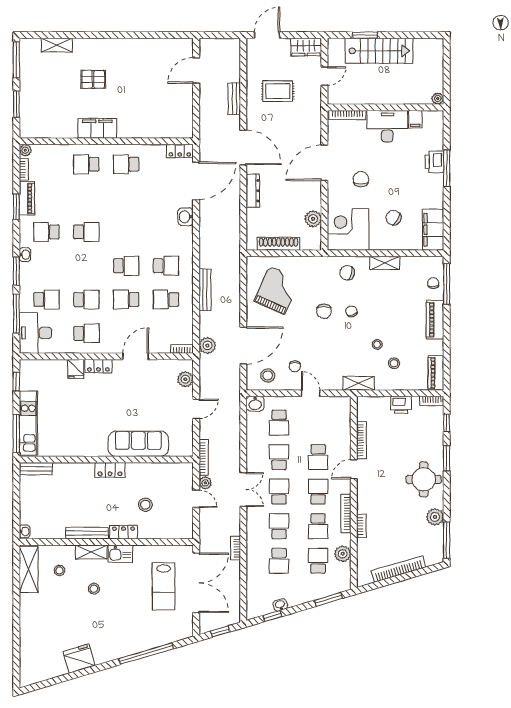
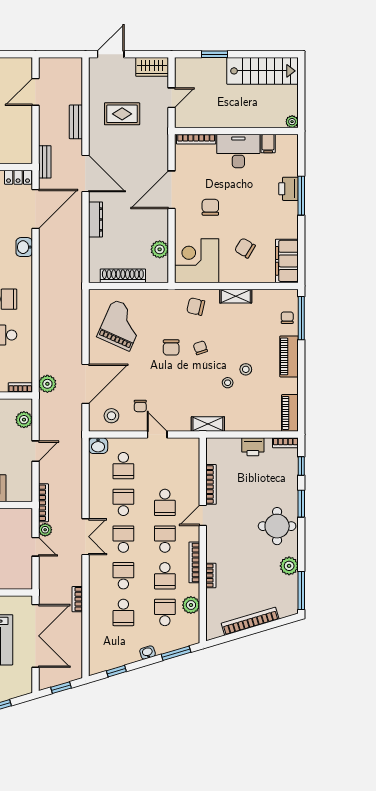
stairs: (379, 51) -> (263, 71), moved
bench: (205, 290) -> (45, 162), moved, width x0.73
stool: (394, 363) -> (246, 369), moved
washbasin: (280, 605) -> (148, 653), moved

